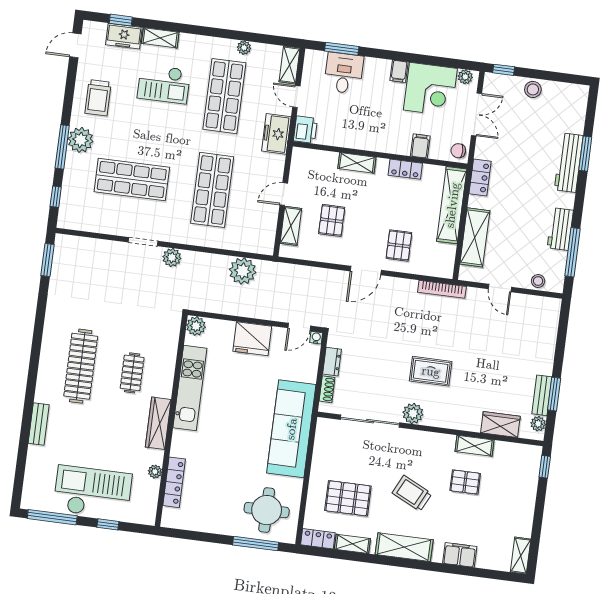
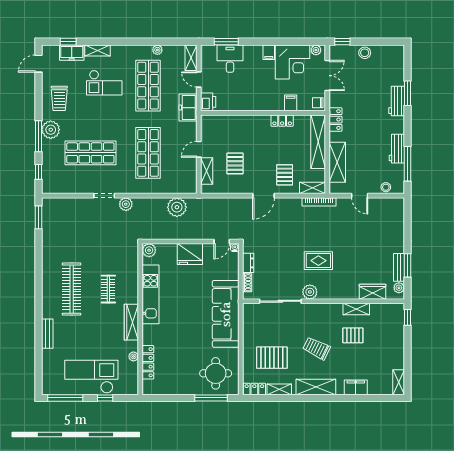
shelving: (357, 163) -> (313, 188), moved
workbench: (569, 163) -> (397, 101), width x0.73

